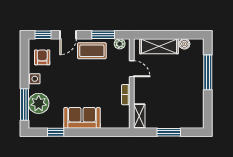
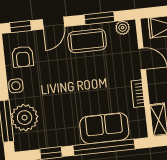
armchair: (42, 57) -> (23, 57), turned 180
sofa: (82, 118) -> (104, 128), moved
window: (96, 132) -> (104, 147), added

